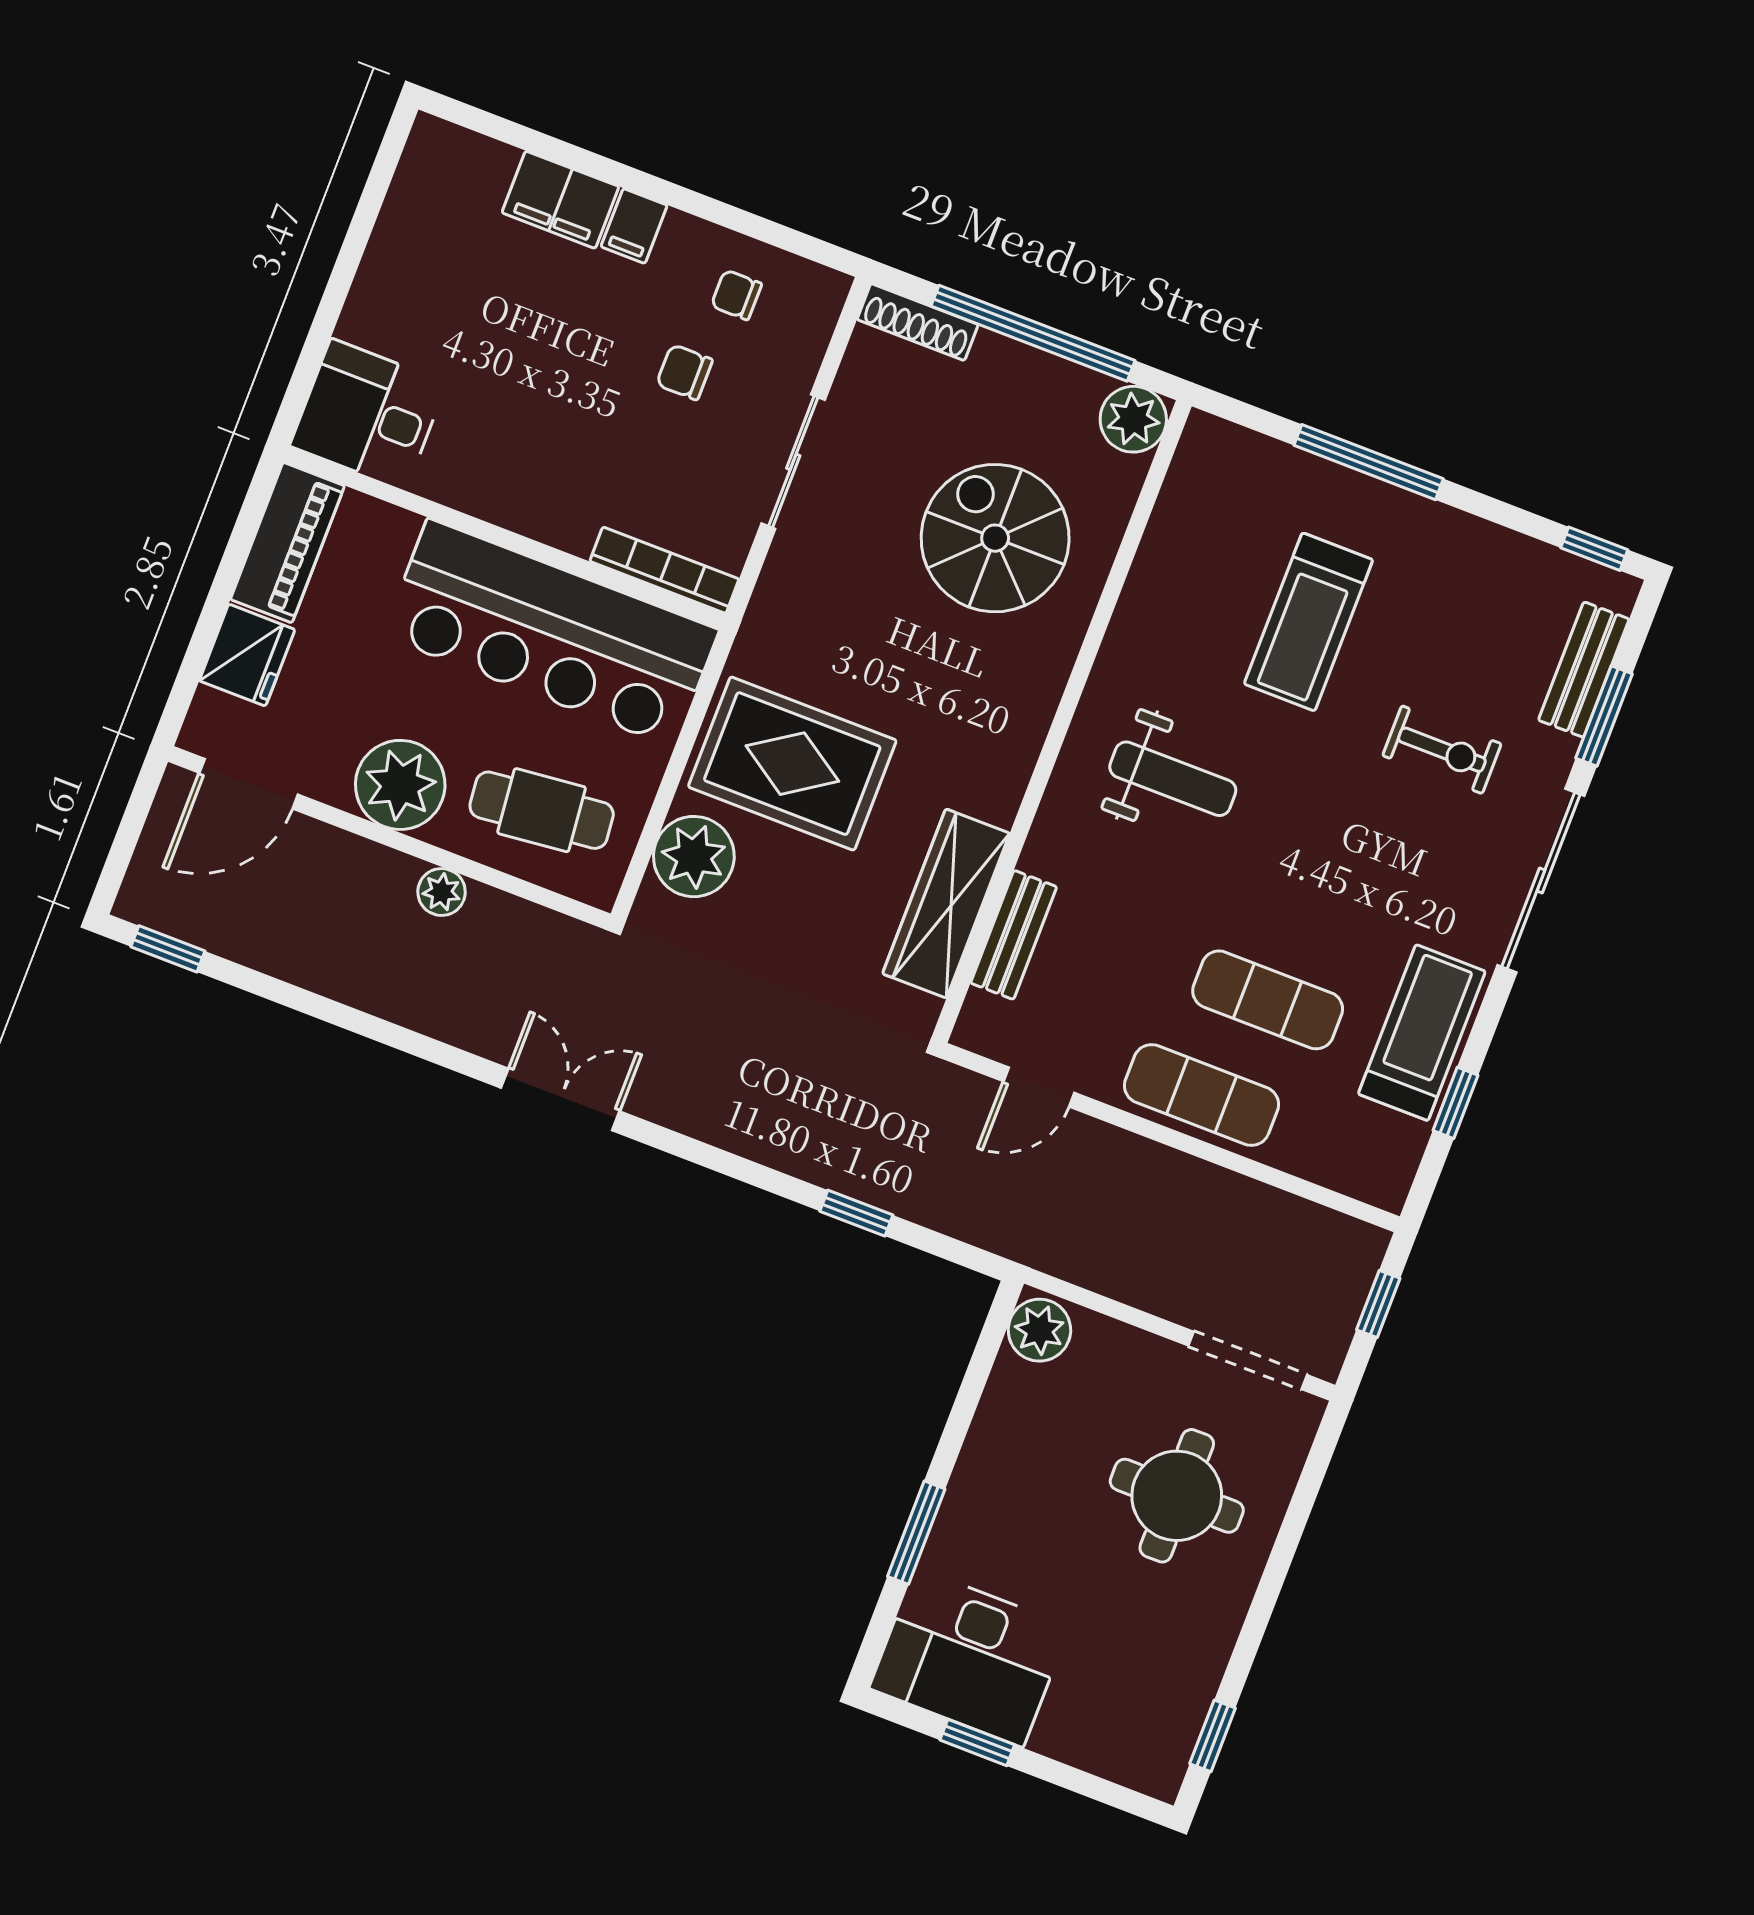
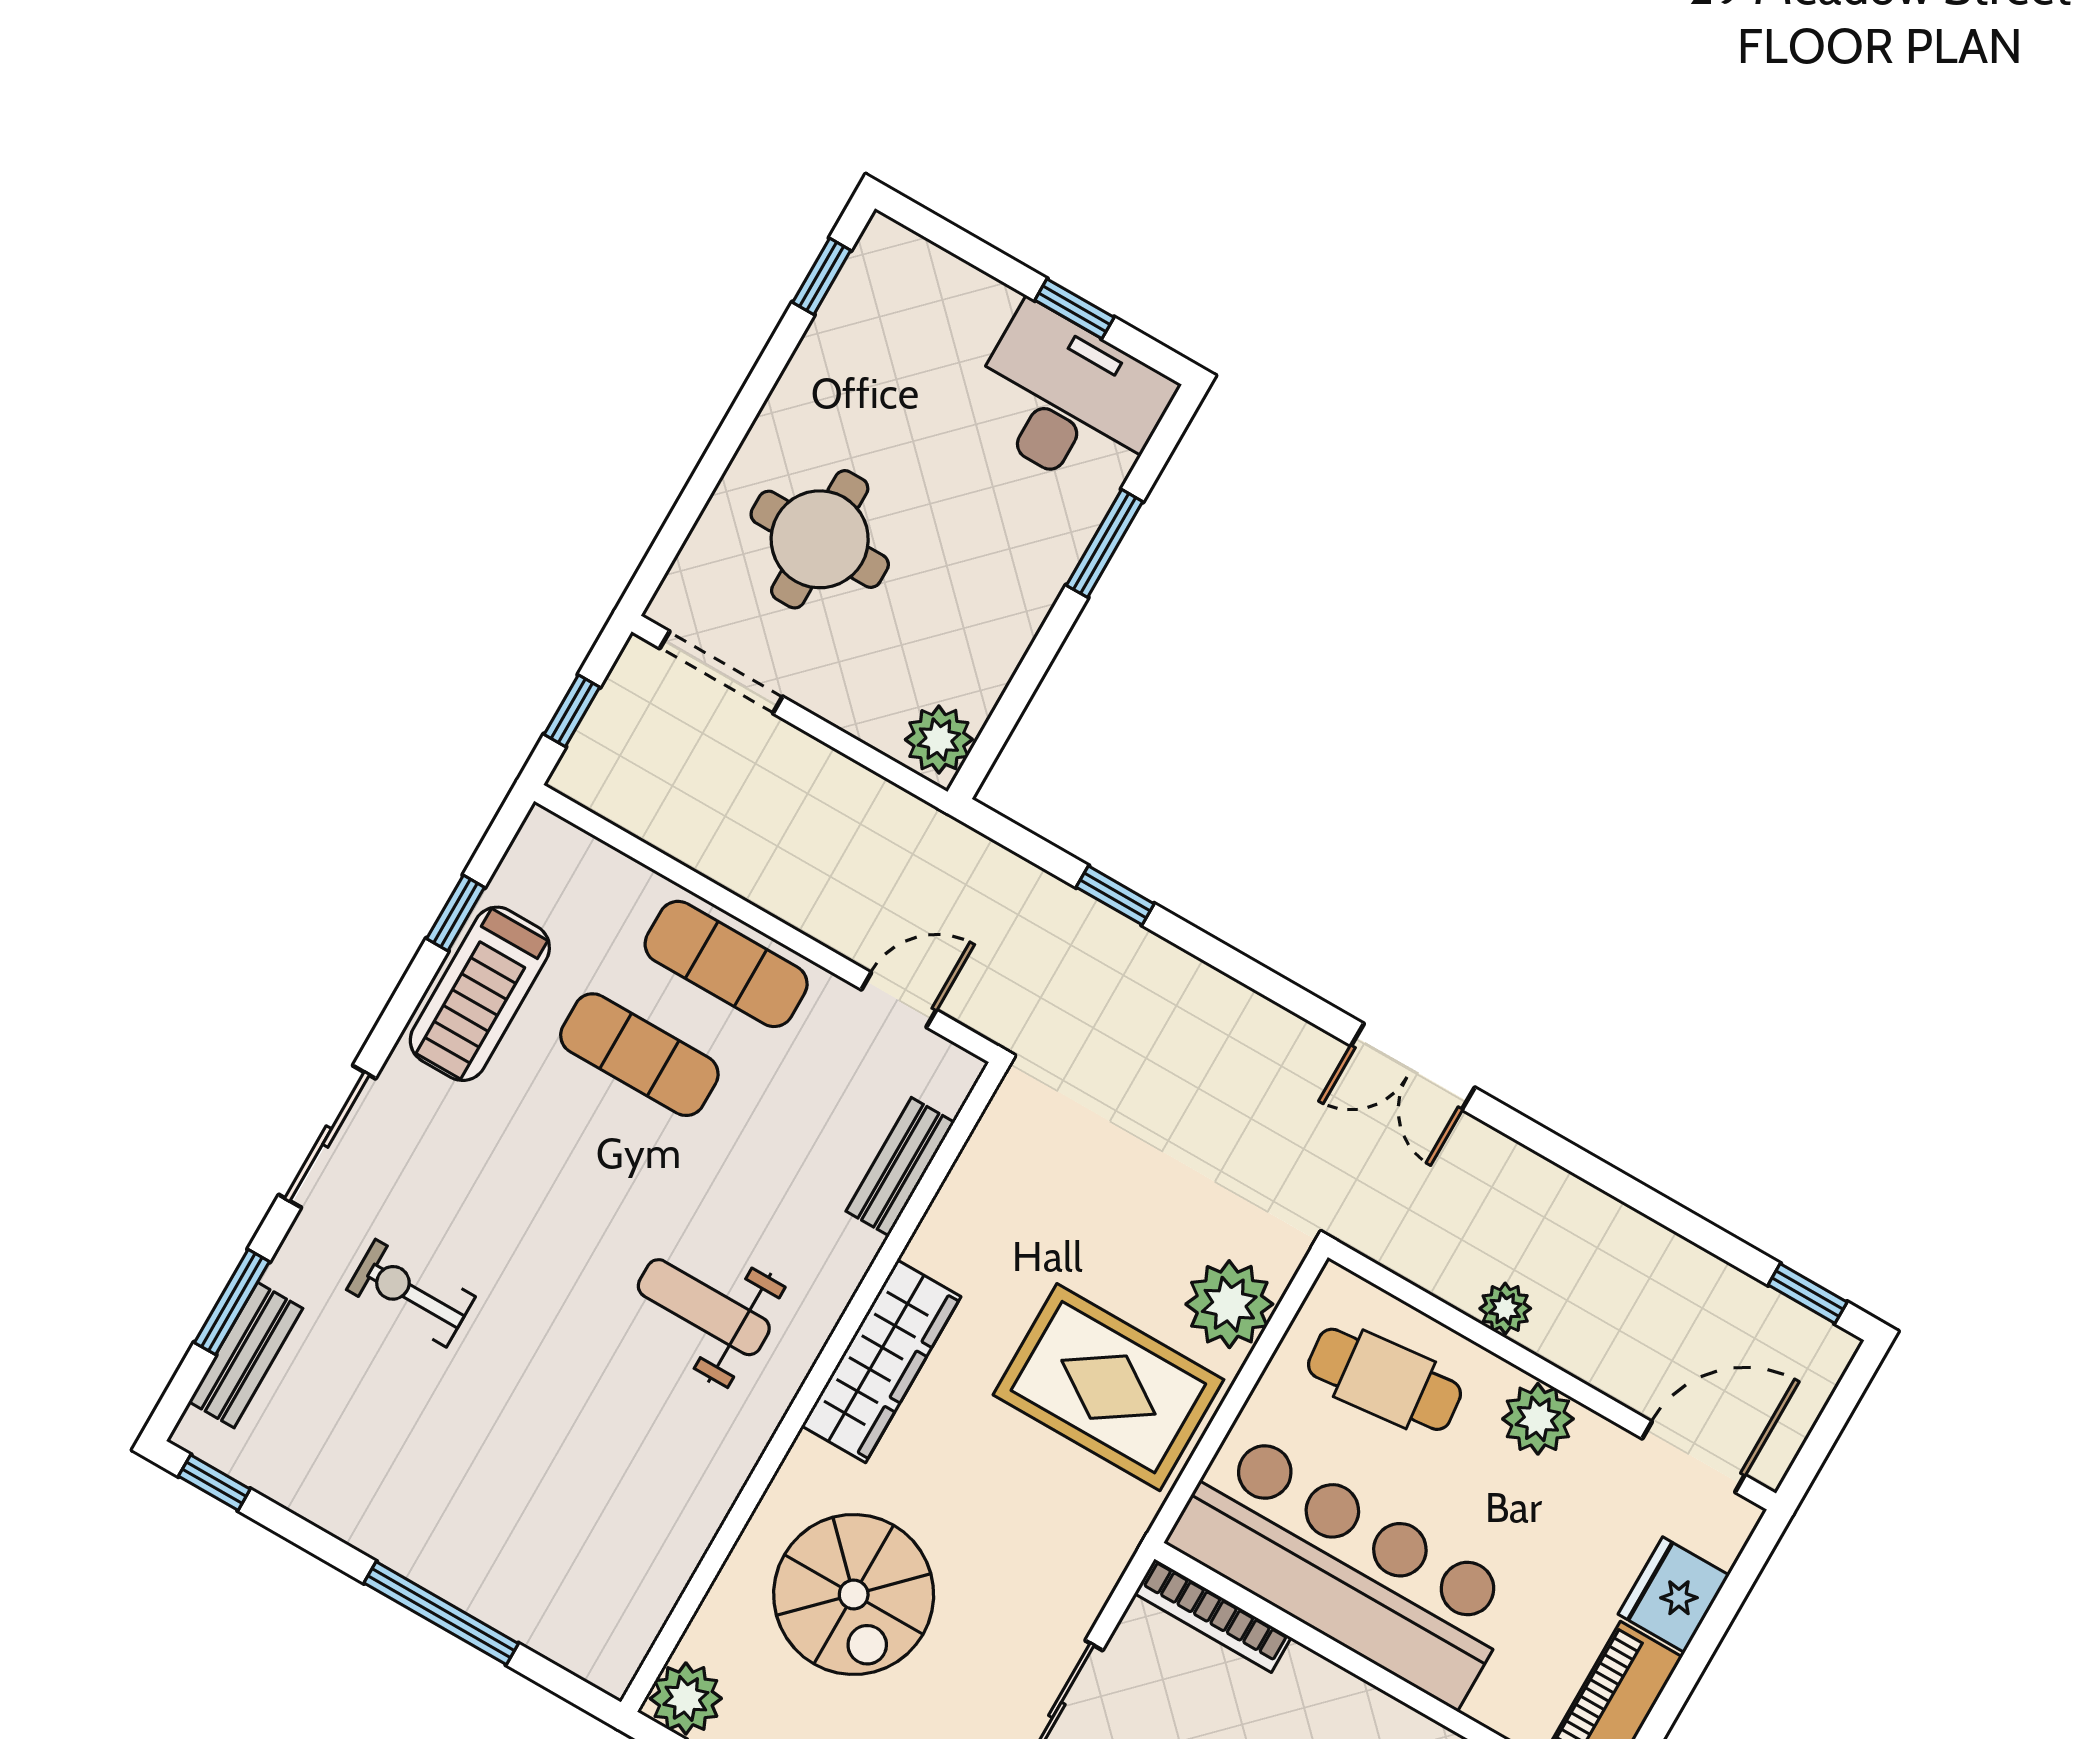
treadmill: (1308, 622) -> (532, 1452), removed
plant: (400, 785) -> (1538, 1419), width x0.73, depth x0.73
sliding door: (1541, 881) -> (327, 1137), width x0.73
wardrobe: (946, 903) -> (881, 1361), moved

